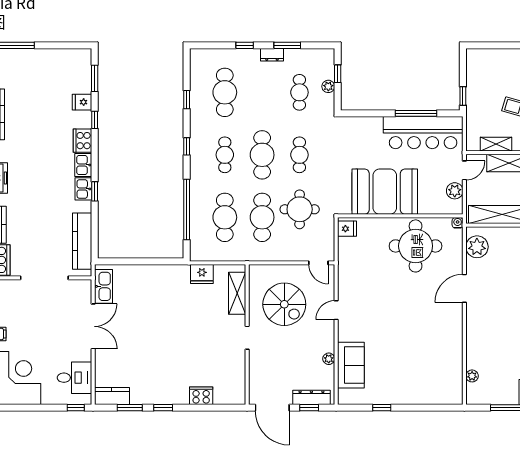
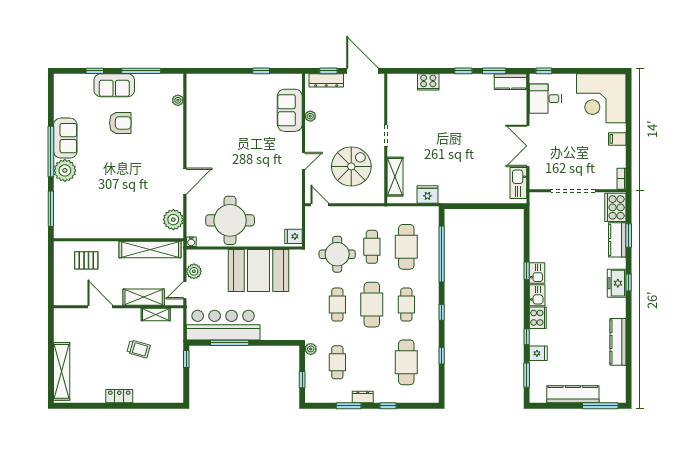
plant: (328, 86) -> (311, 349), moved
cafe table: (262, 217) -> (372, 247), width x0.73, depth x0.74
kitchen counter: (82, 241) -> (573, 394), moved, turned -90
spiral stairs: (284, 304) -> (351, 166), turned 90

